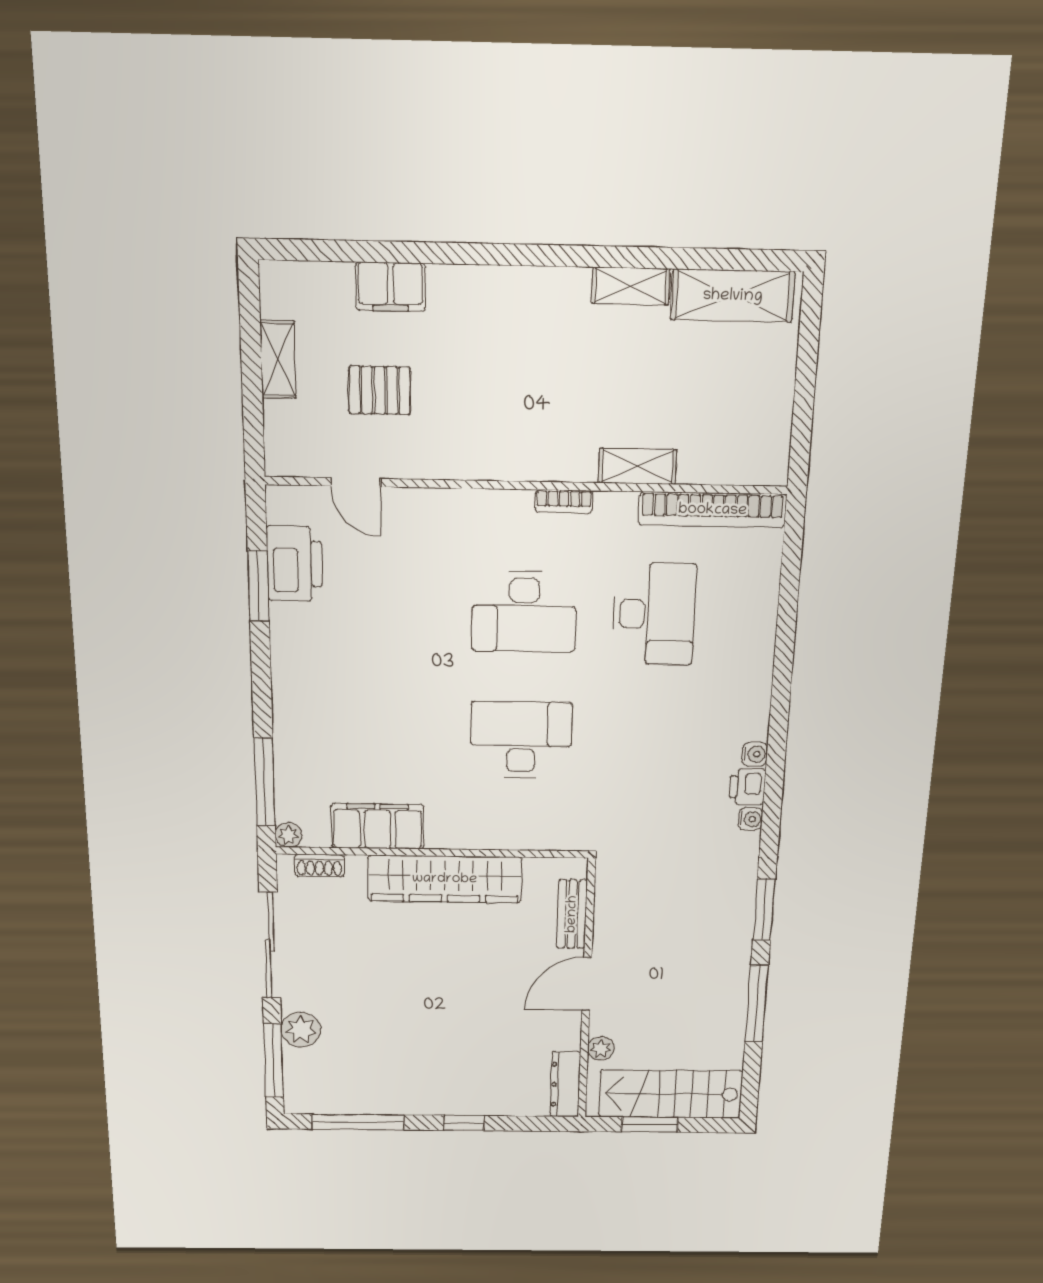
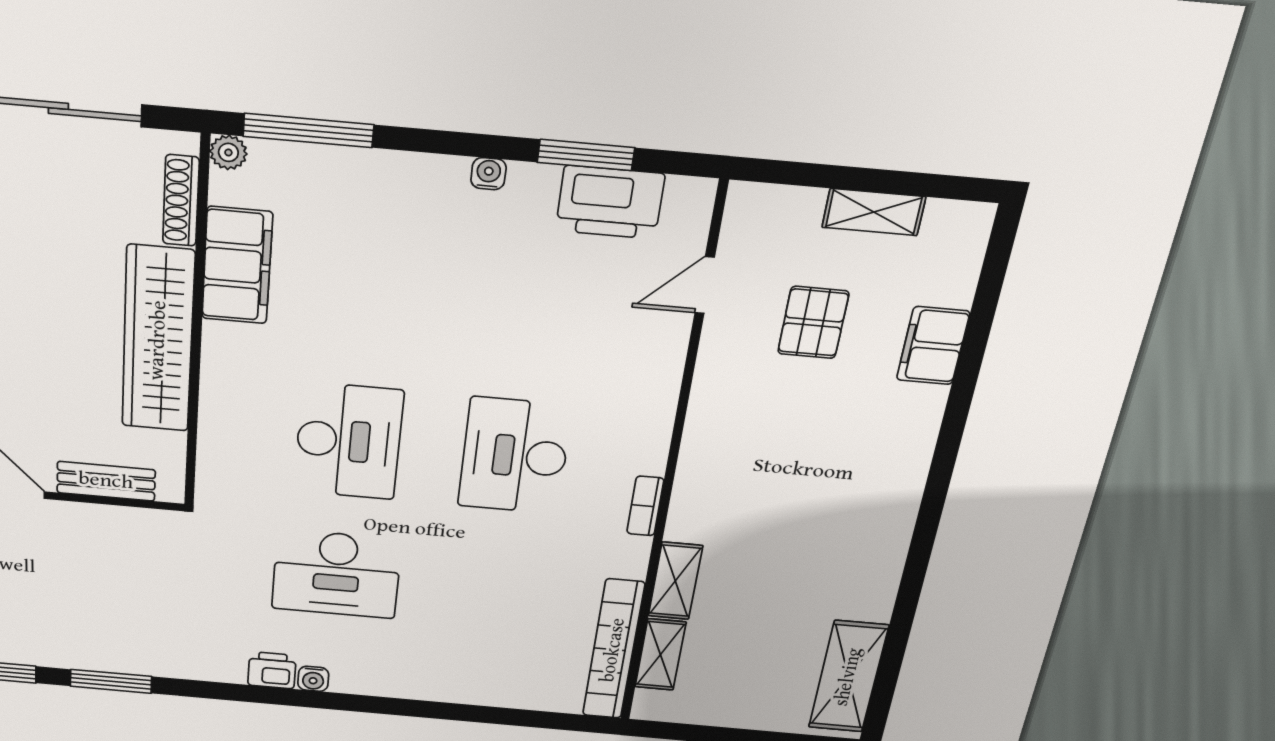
shelving: (631, 286) -> (660, 655), moved
desk: (654, 614) -> (336, 574), moved
water cooler: (750, 819) -> (488, 174), moved, turned 180
shoe rack: (319, 865) -> (181, 201), width x1.43

